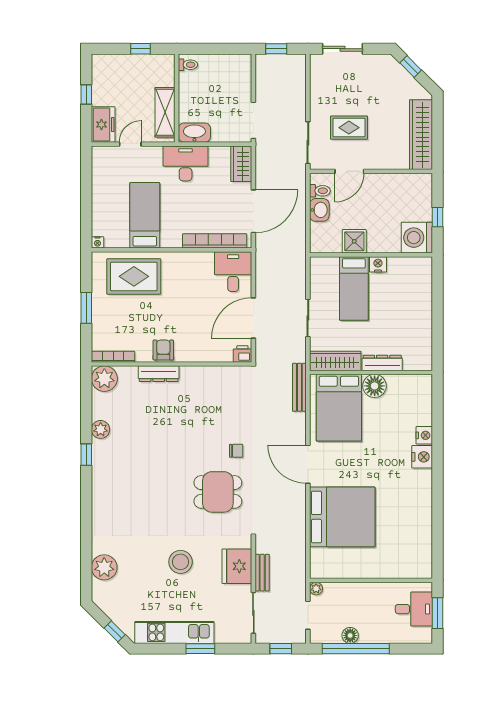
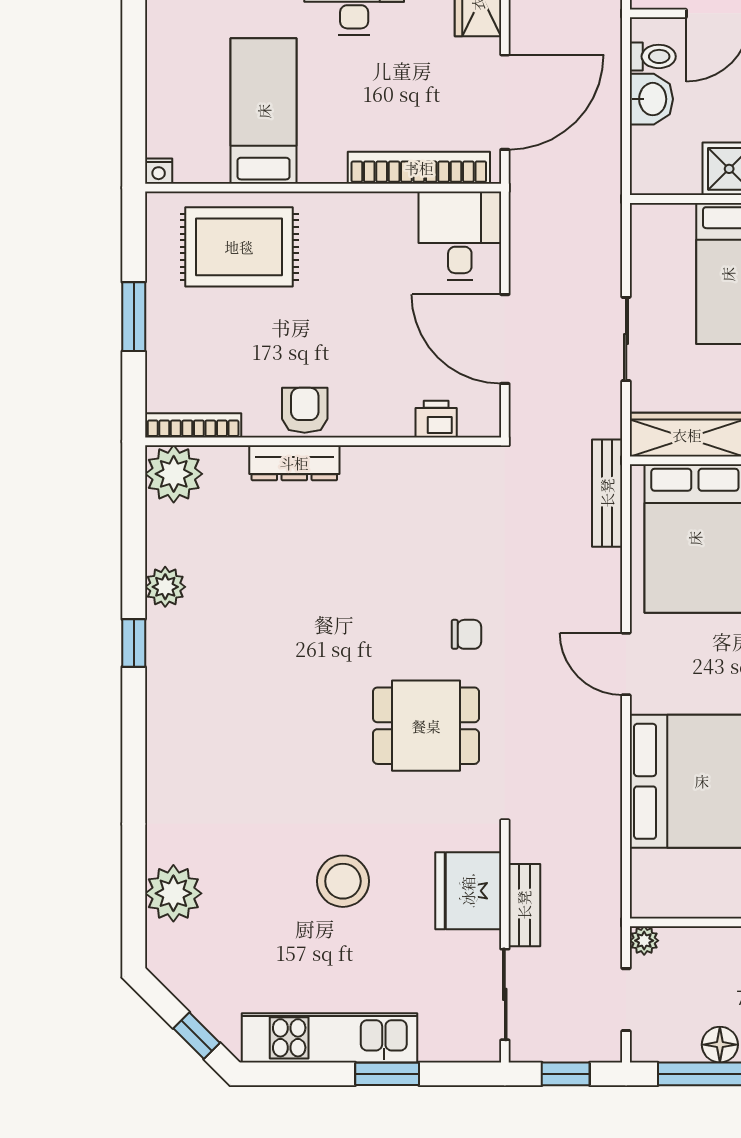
door: (253, 318) -> (505, 339), hinge flipped
printer: (242, 354) -> (436, 419), moved
door: (308, 464) -> (626, 664), width x0.73

